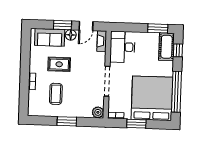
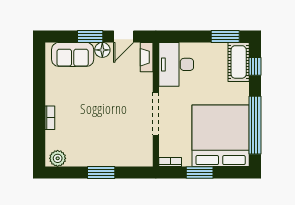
rug: (59, 64) -> (87, 92), removed
coffee table: (56, 94) -> (84, 134), removed
plant: (98, 112) -> (58, 158), moved

